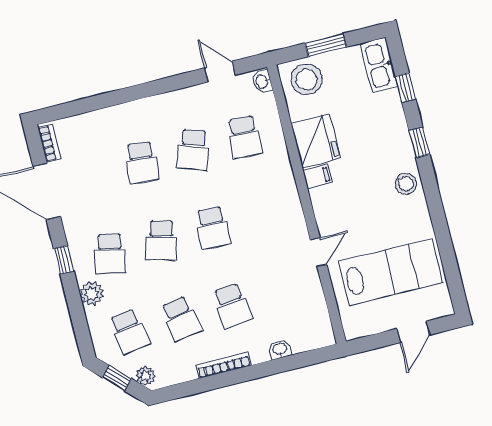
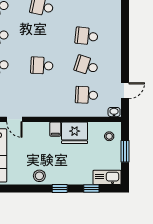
stool: (306, 79) -> (109, 136), width x0.53, depth x0.53
school desk: (161, 241) -> (42, 36), removed

